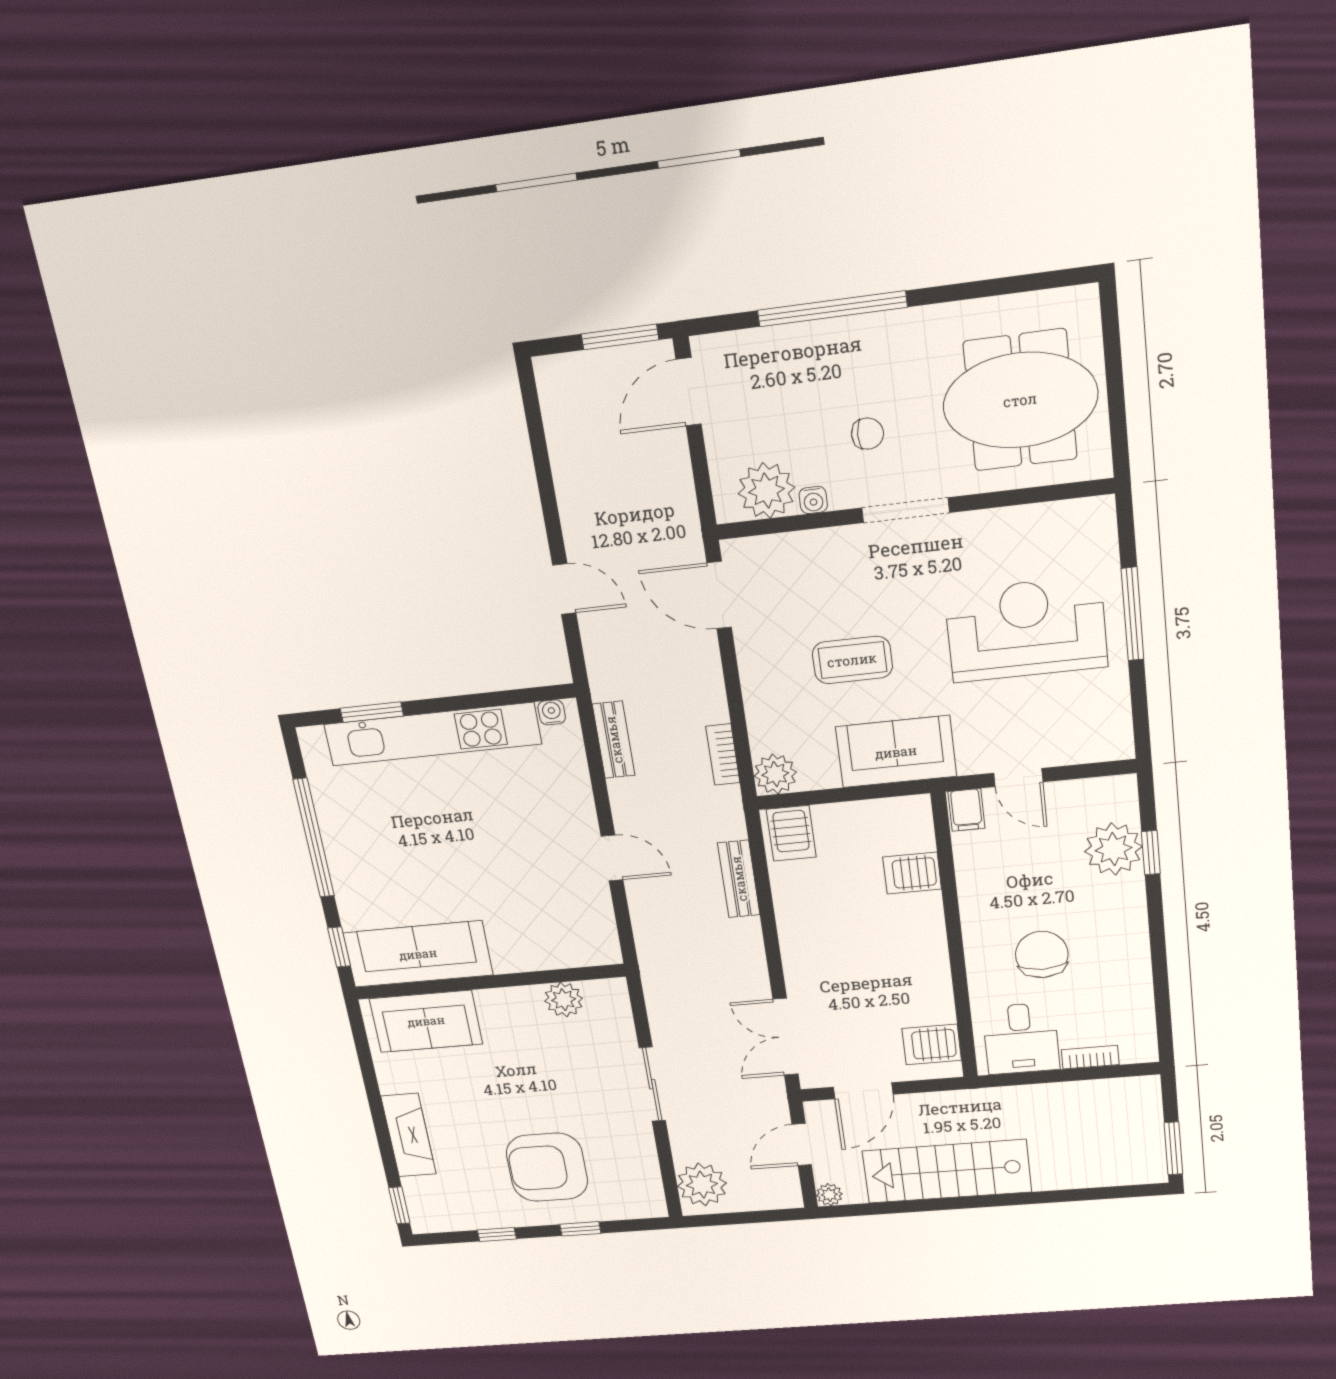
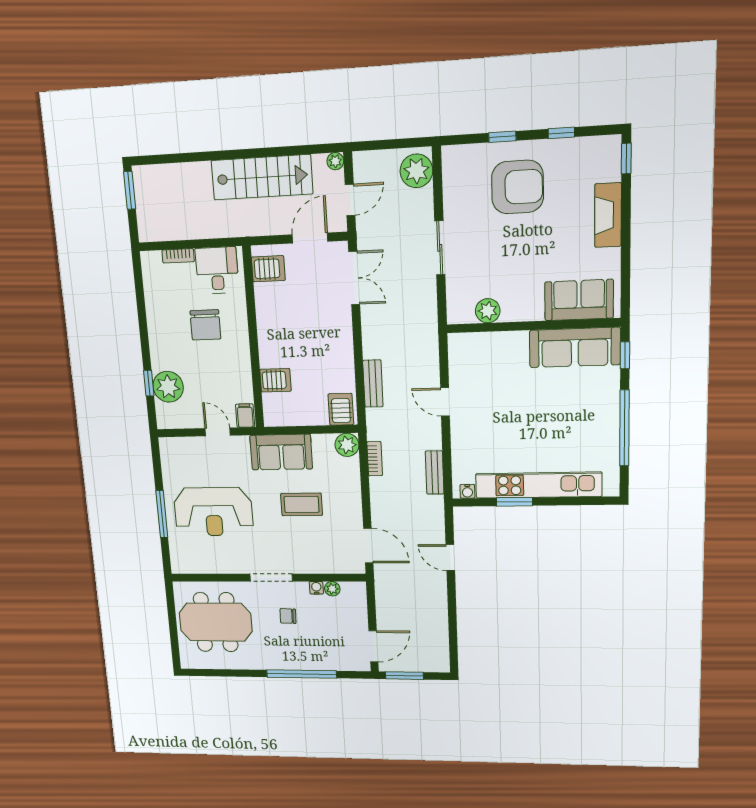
plant: (766, 490) -> (332, 589), width x0.53, depth x0.53
window: (372, 712) -> (514, 502), moved

